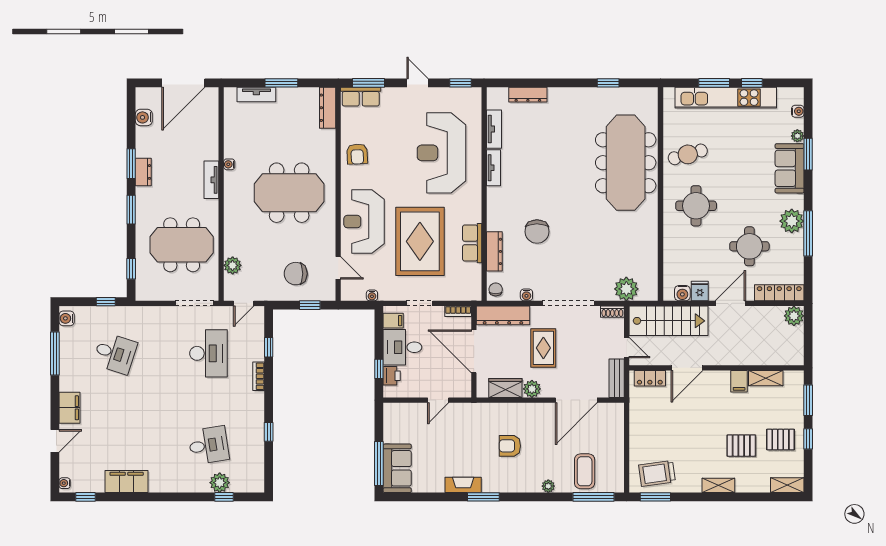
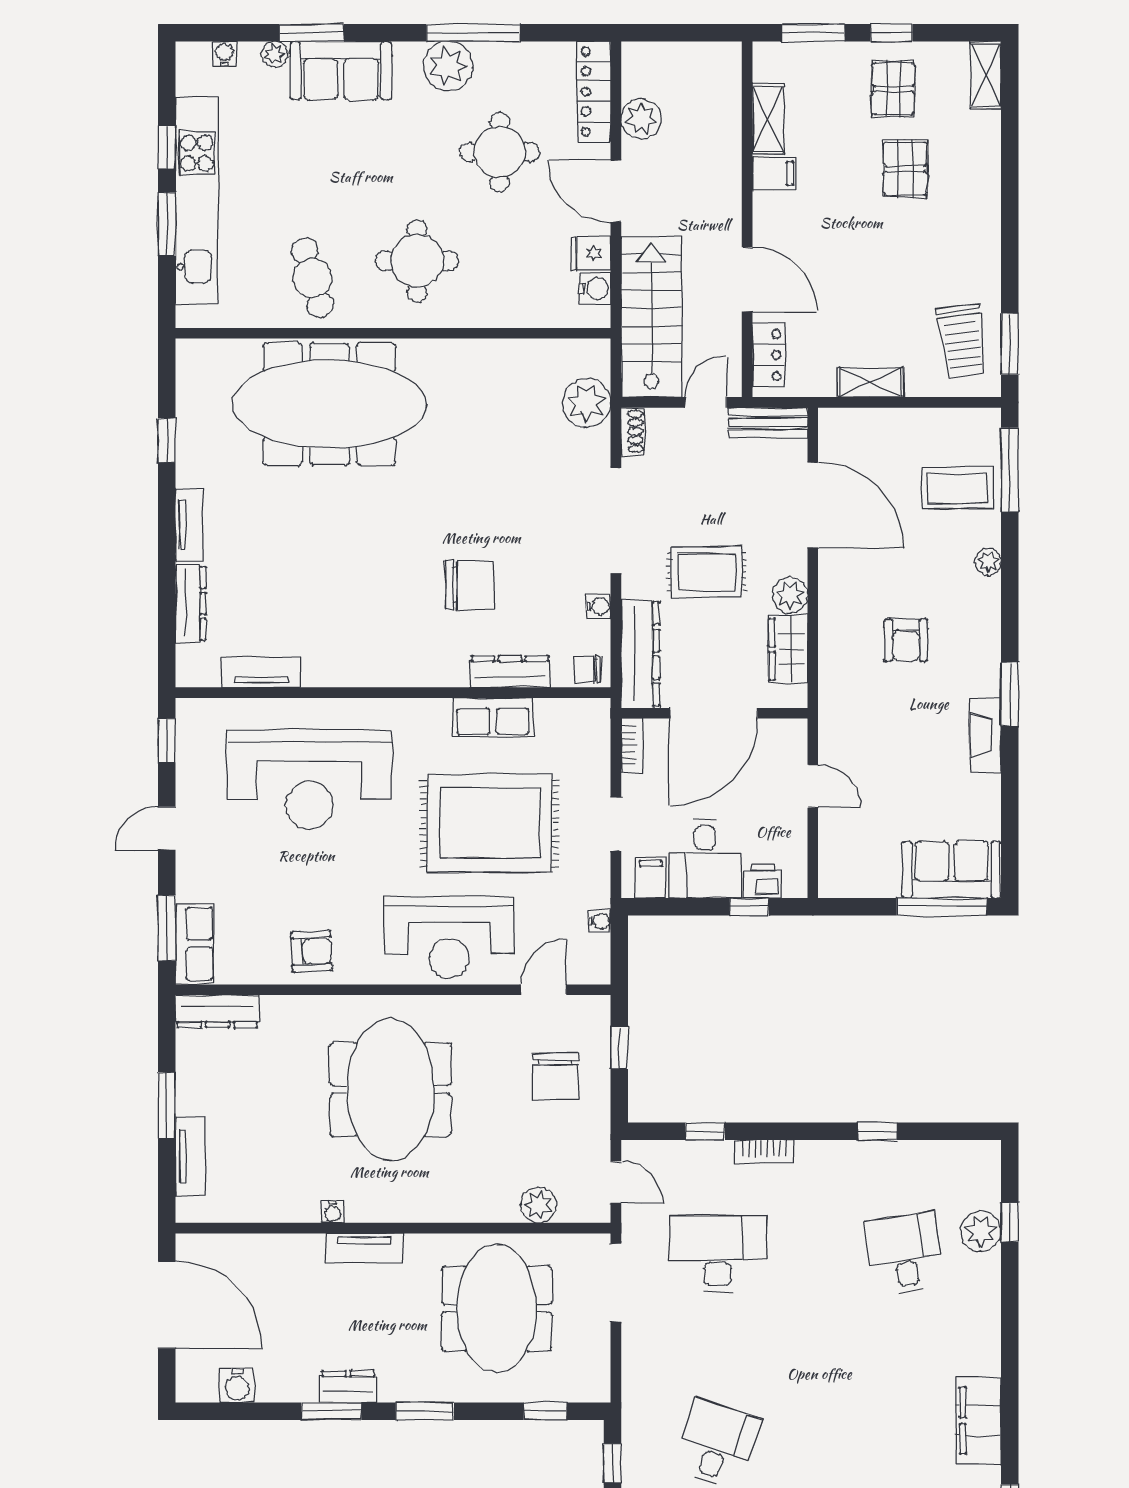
tv unit: (494, 168) -> (189, 525), moved, turned 90
plant: (794, 316) -> (641, 119), moved
shelving: (718, 485) -> (870, 382), moved, turned 90

